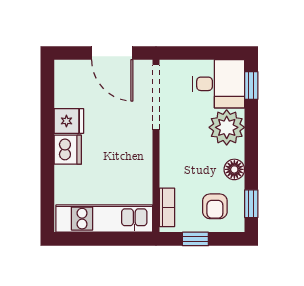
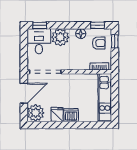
plant: (72, 77) -> (36, 113), added
window: (195, 239) -> (115, 41), moved

